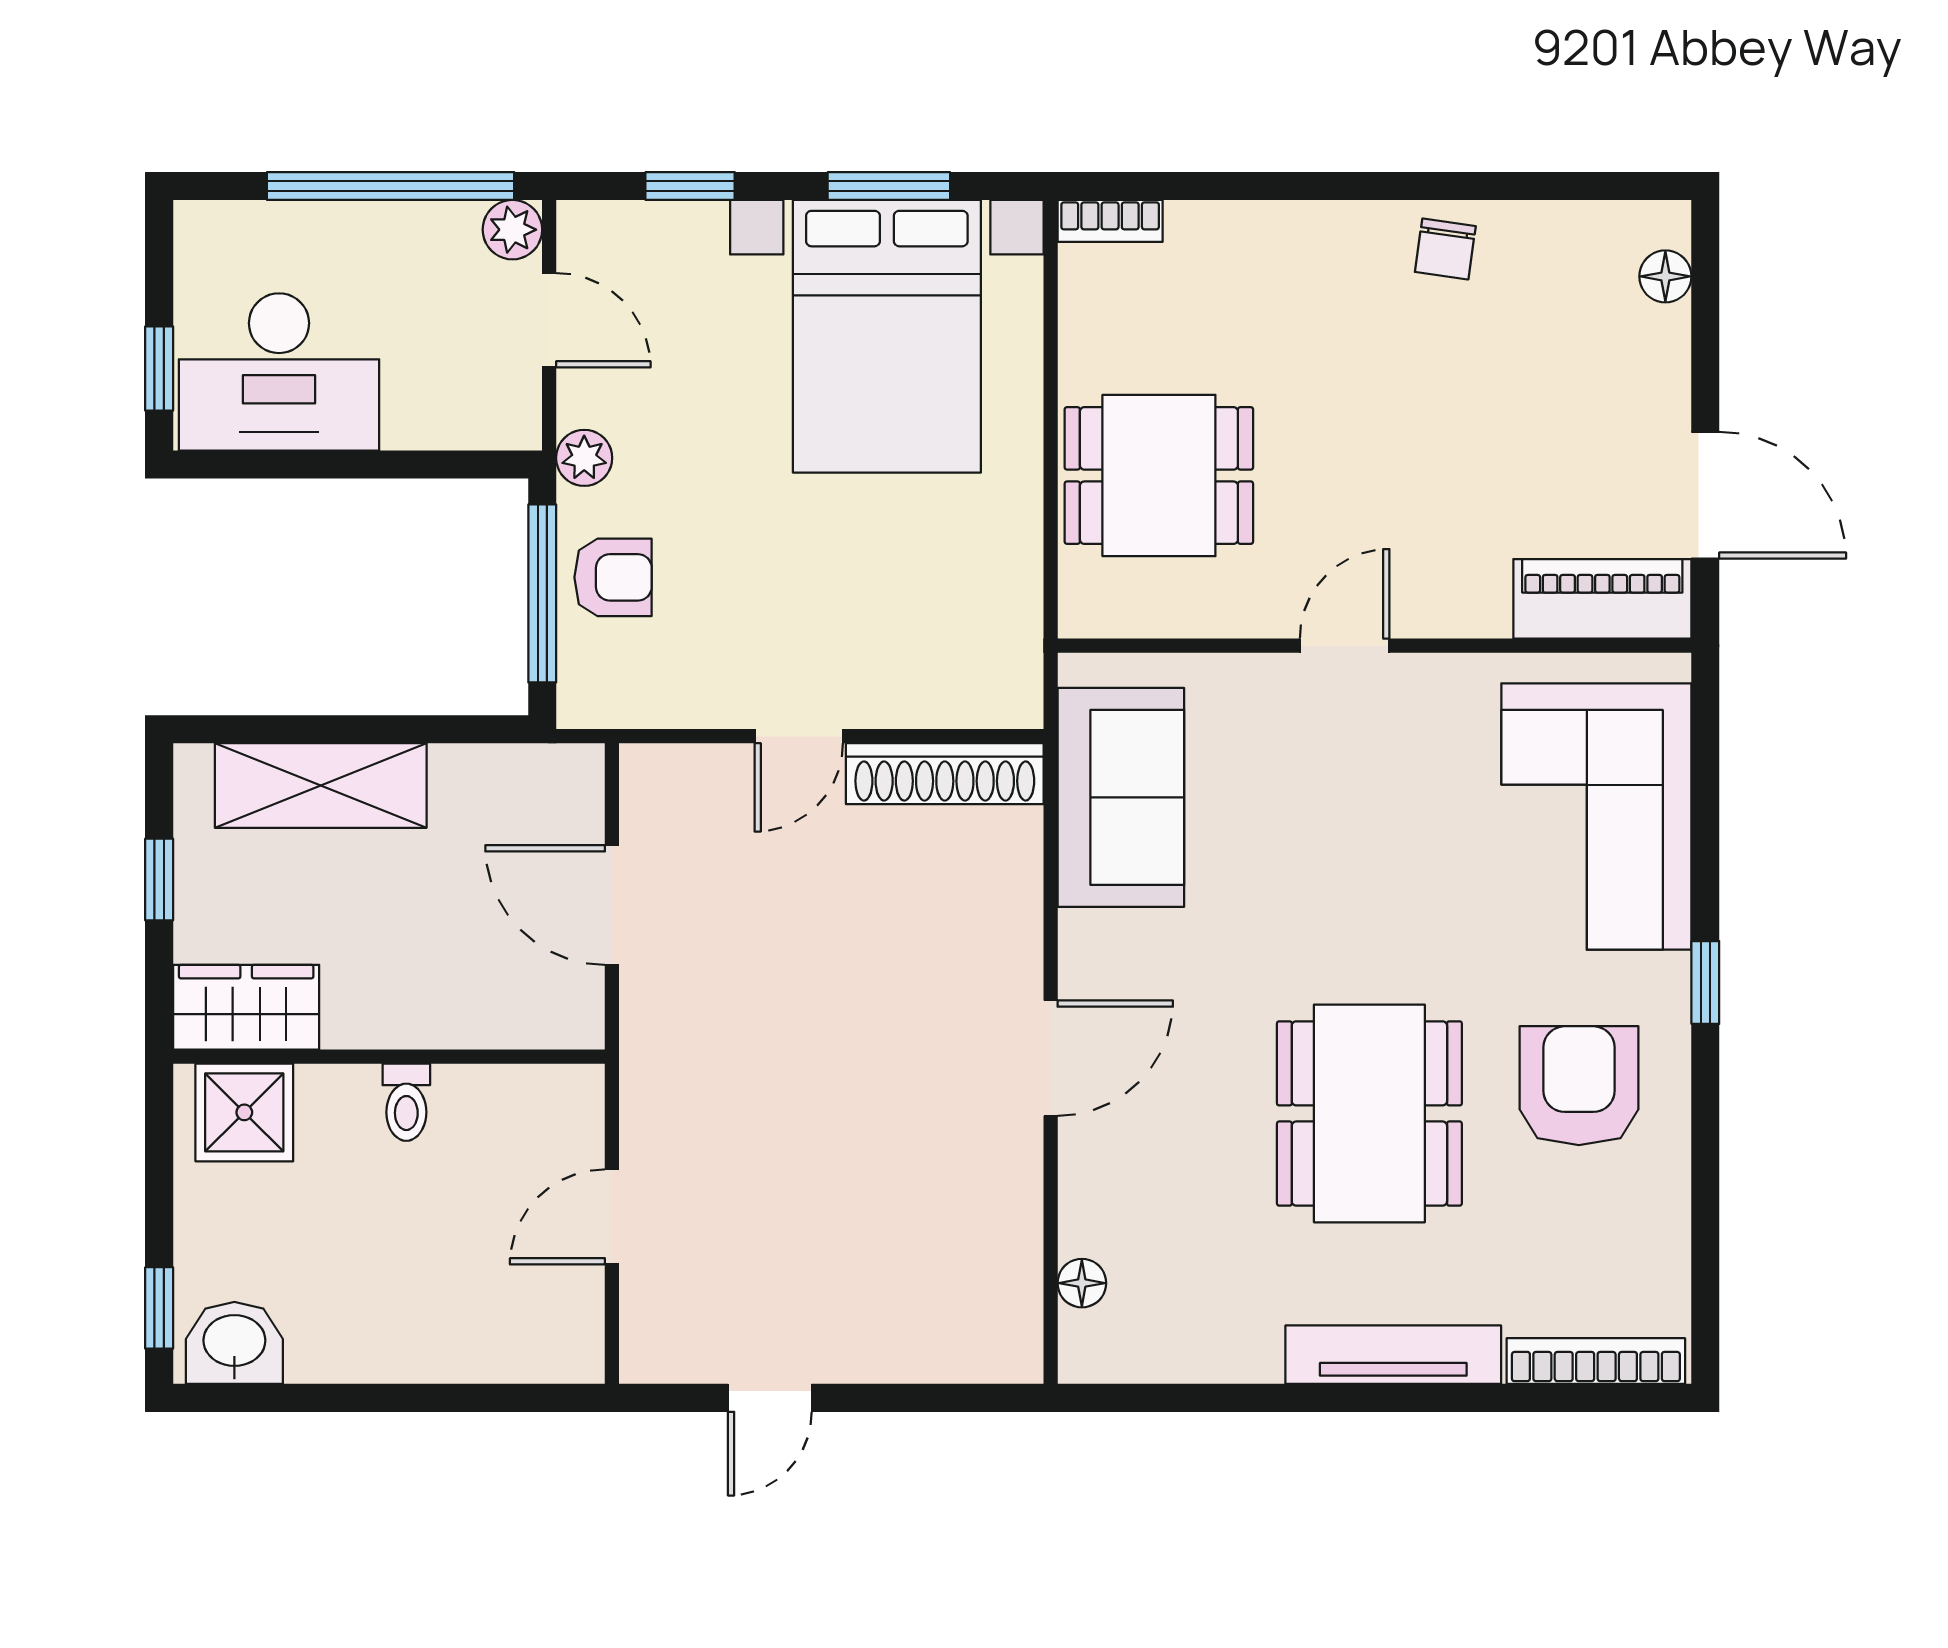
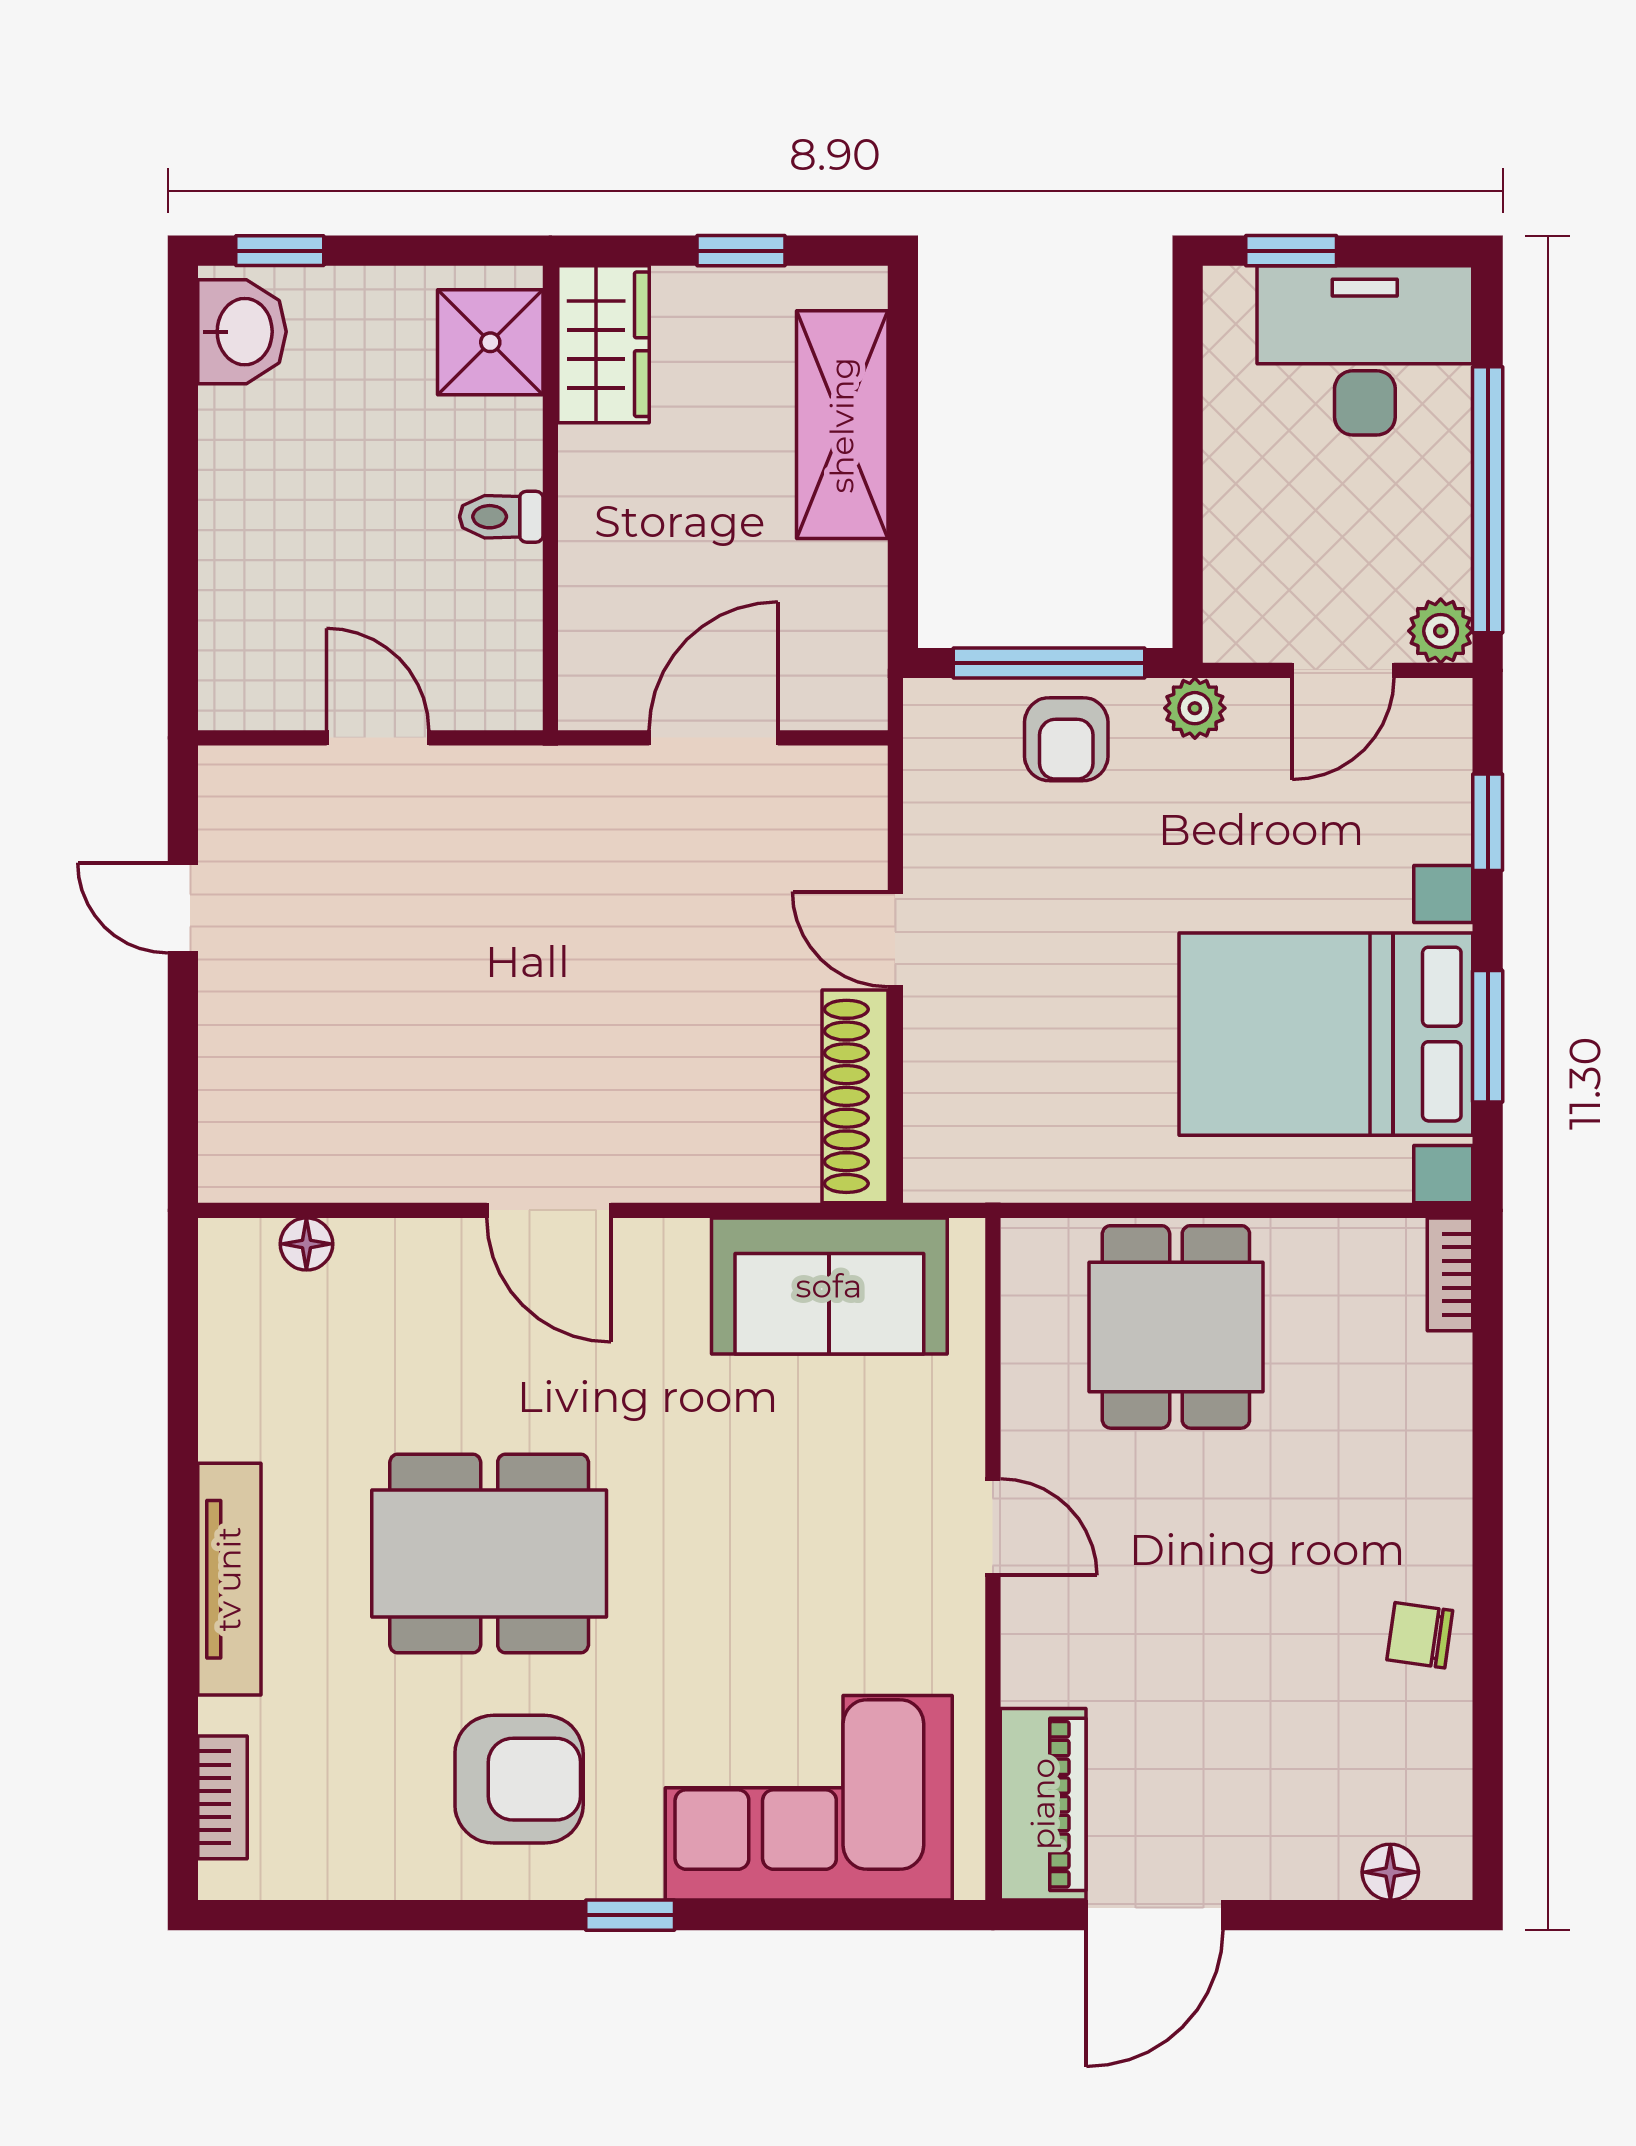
desk: (279, 372) -> (1365, 350), moved, turned 90
bookcase: (1596, 1361) -> (223, 1797), width x0.64

